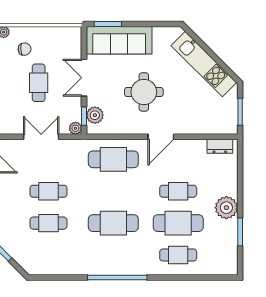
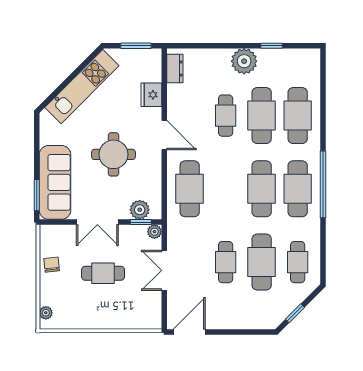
chair: (25, 49) -> (52, 265), moved
fridge: (197, 125) -> (151, 95), added
cafe table: (48, 223) -> (262, 262), width x1.37, depth x1.35
window: (240, 232) -> (272, 46), width x0.67
cafe table: (48, 255) -> (298, 262), added
cafe table: (113, 255) -> (298, 189), added
cafe table: (178, 255) -> (298, 116), width x1.37, depth x1.35

